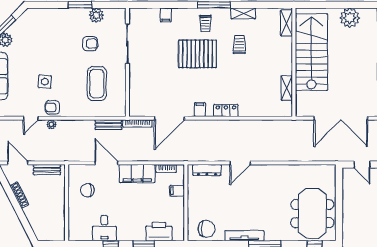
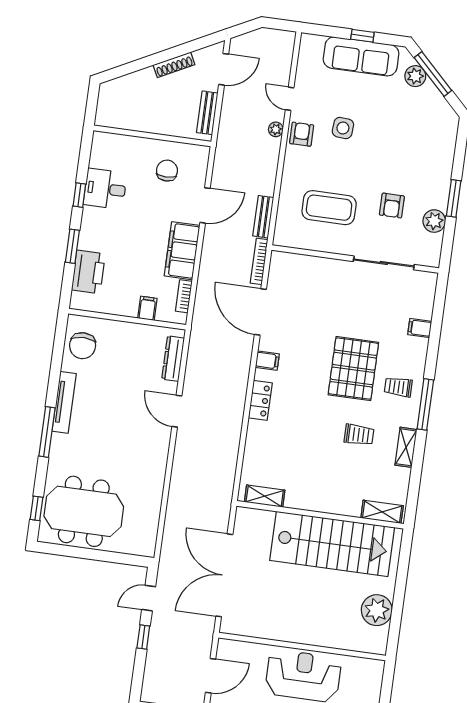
shelving: (287, 88) -> (265, 496), moved

